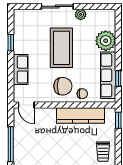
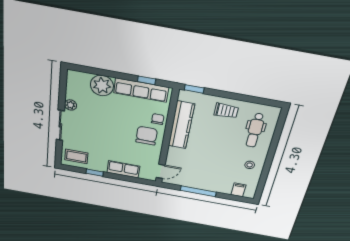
coffee table: (61, 48) -> (76, 156), moved, width x0.54, depth x0.58

